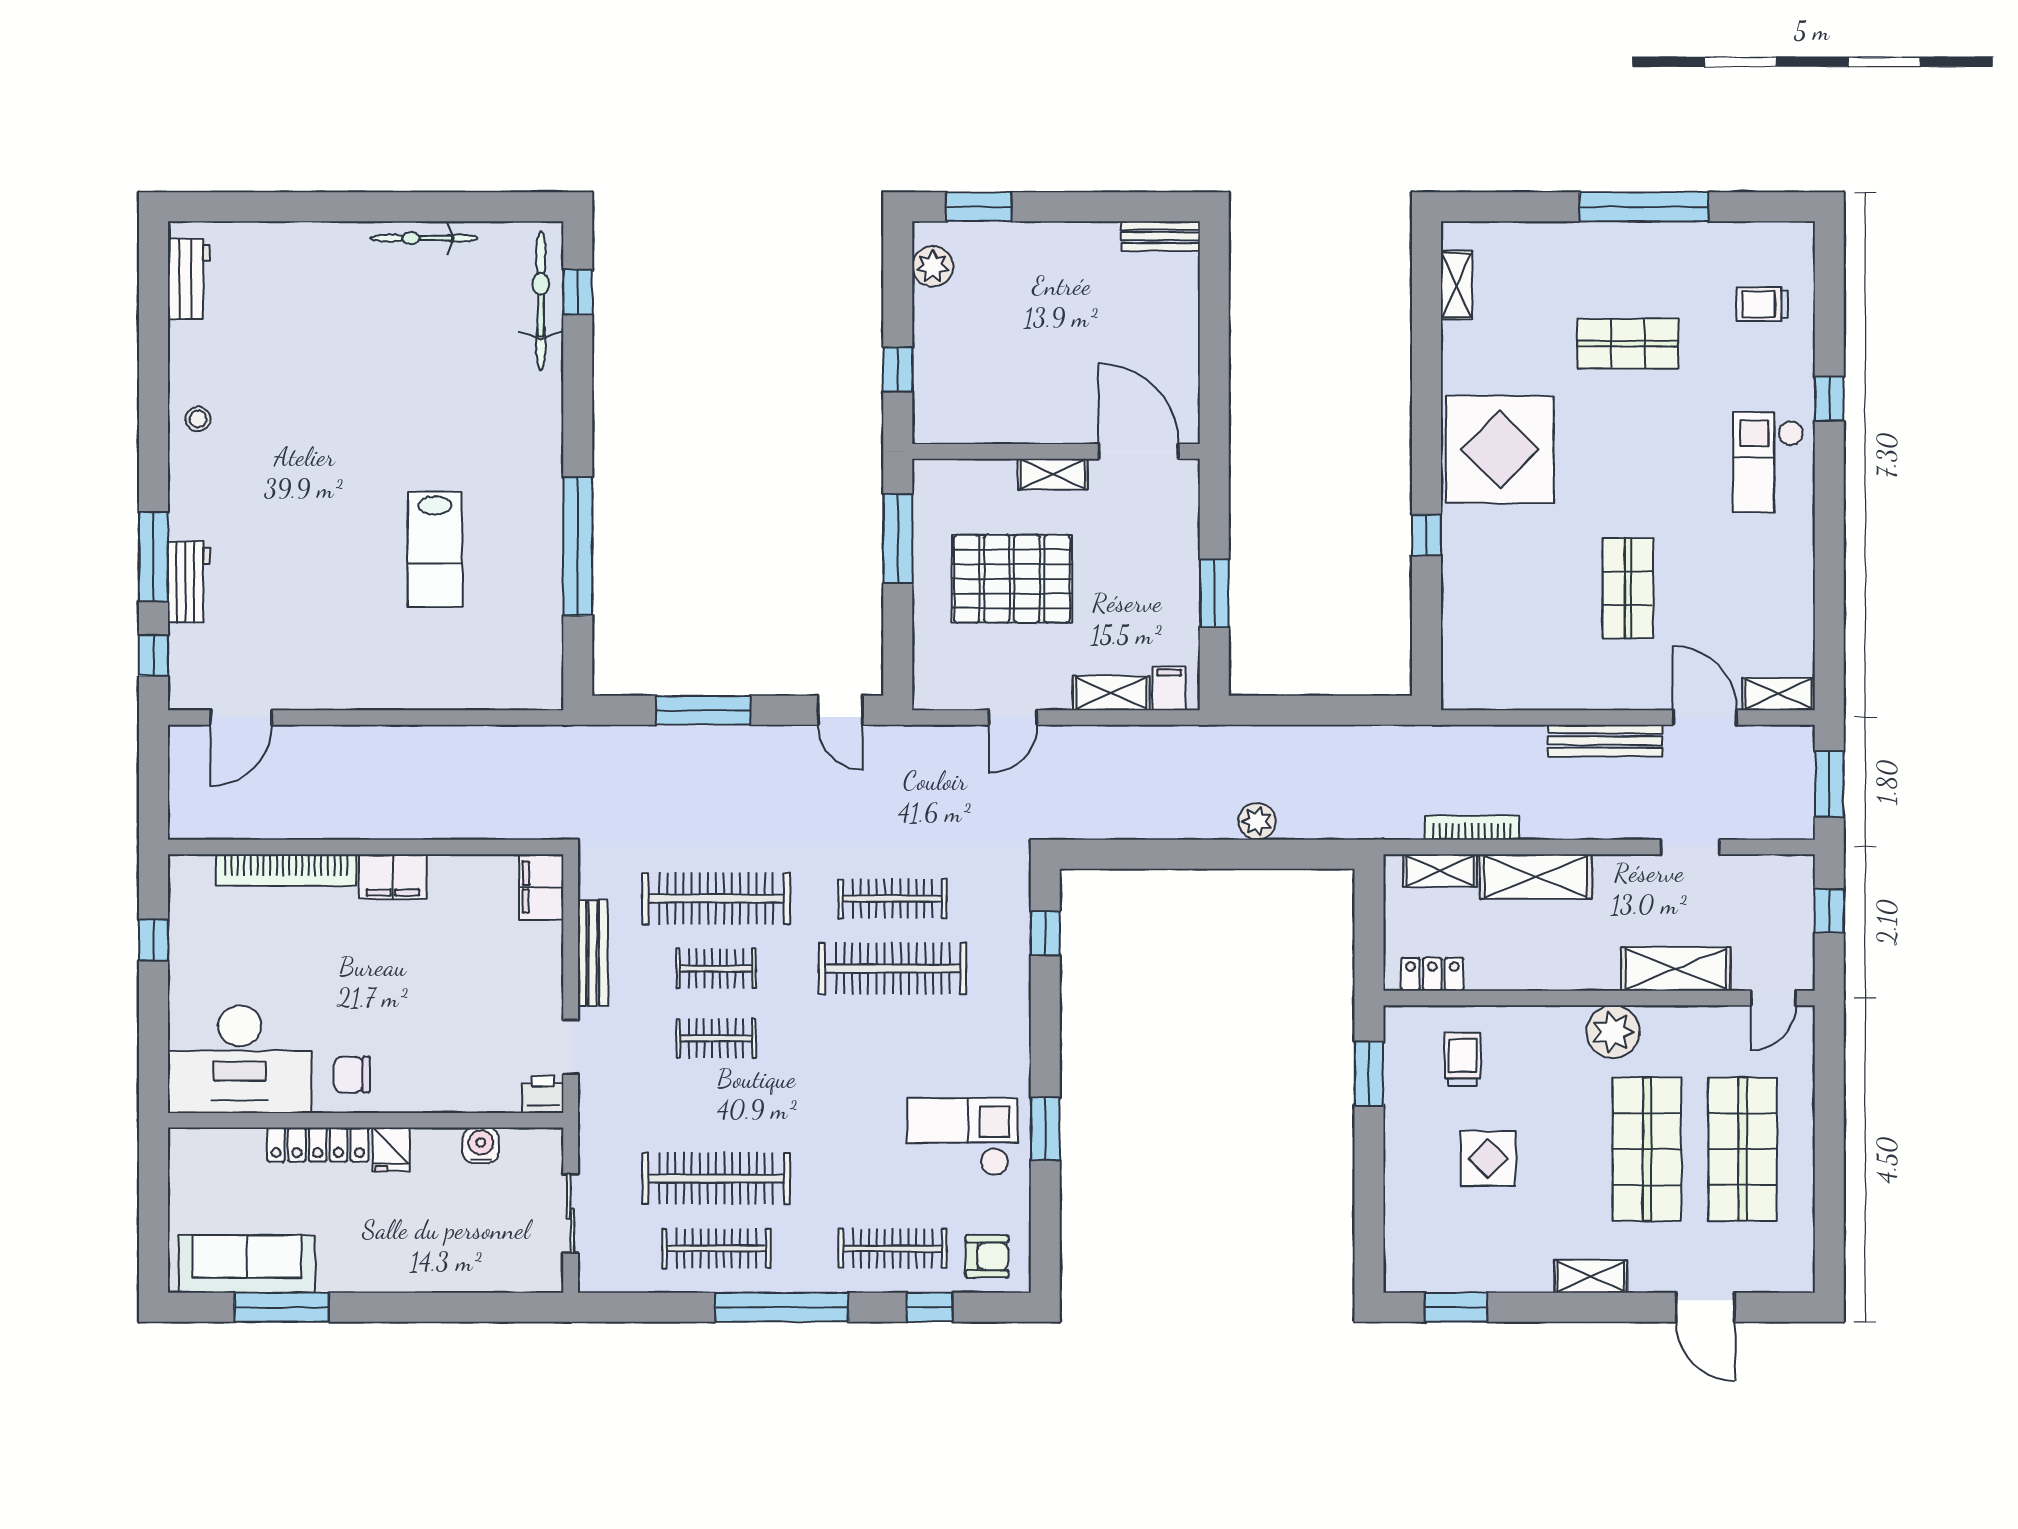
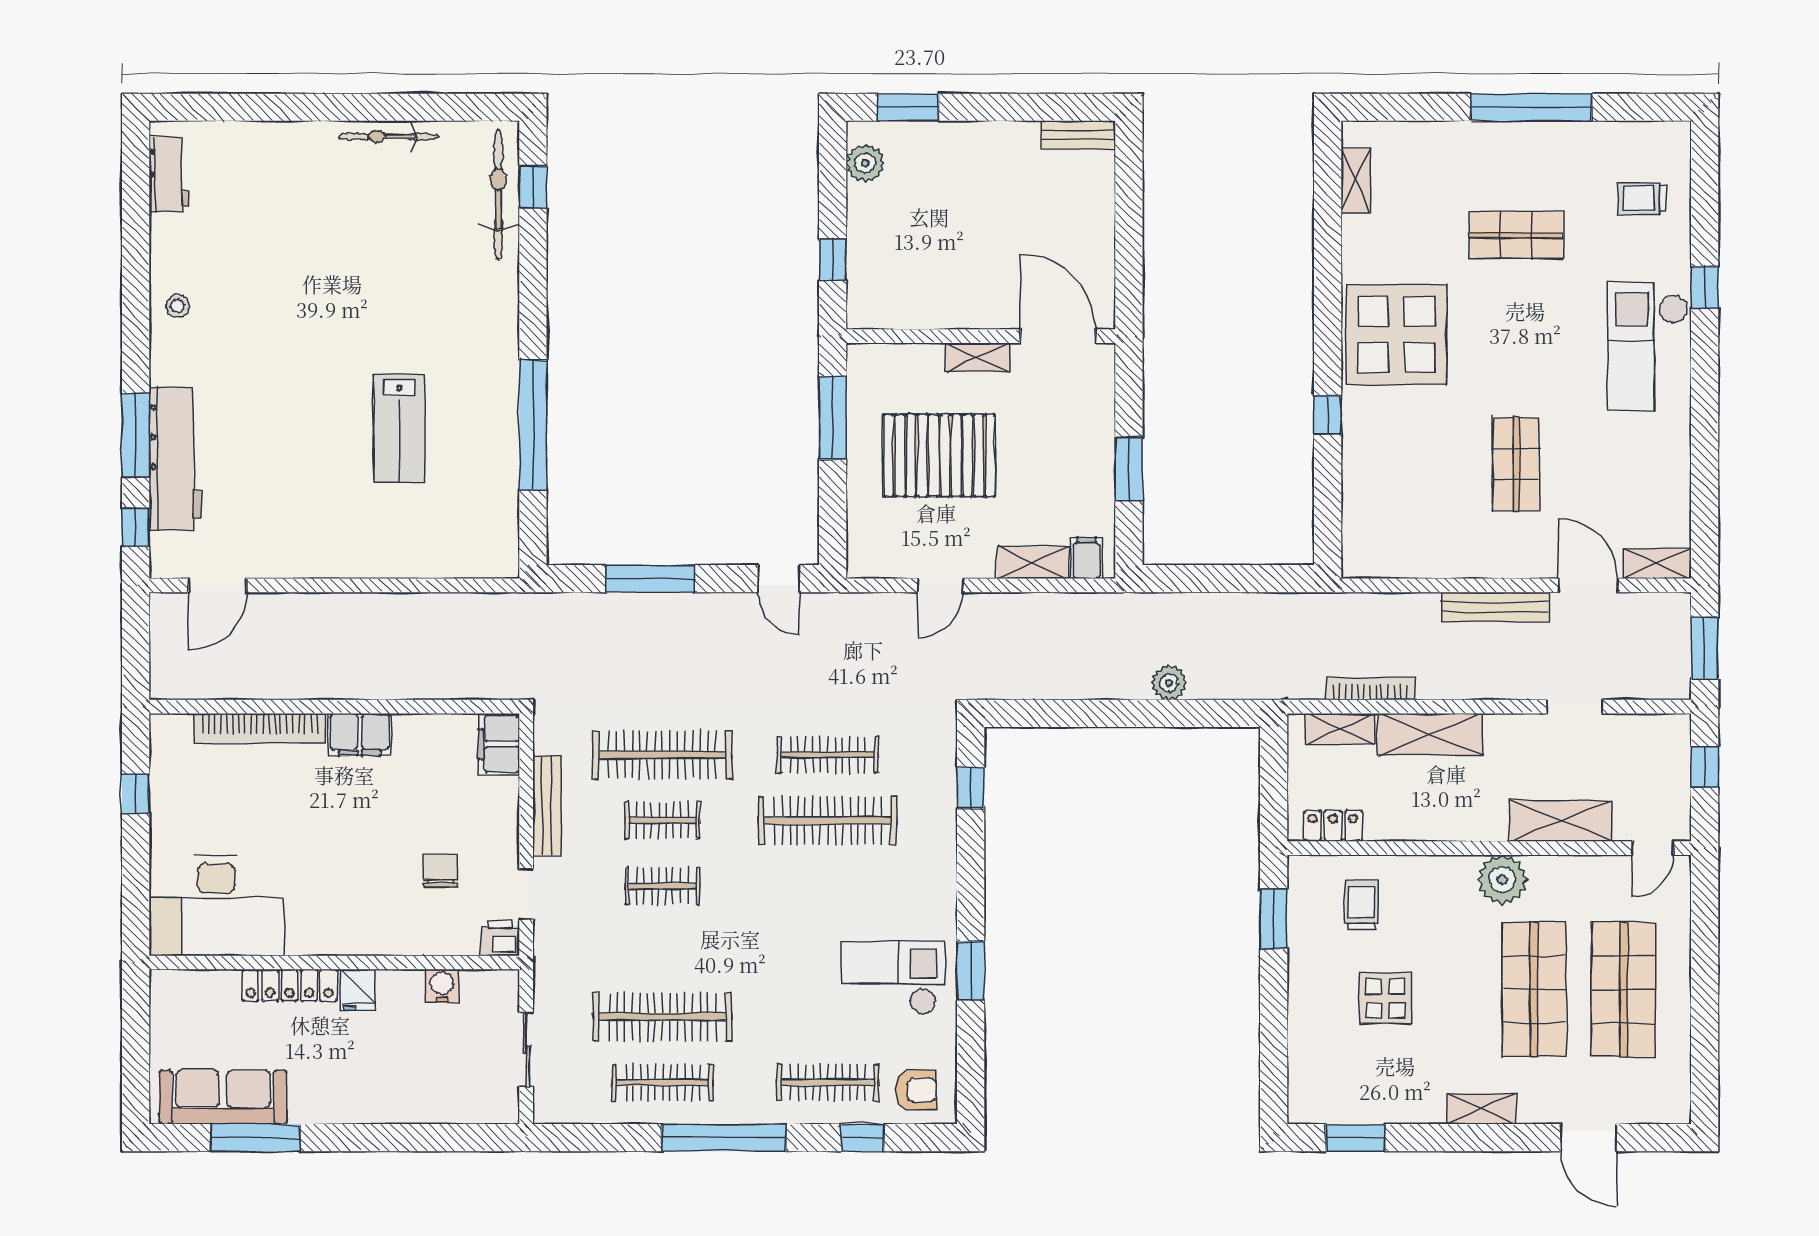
checkout: (1768, 462) -> (1648, 347), width x1.36, depth x1.21
workbench: (189, 582) -> (175, 459), width x1.88, depth x1.32
chair: (352, 1075) -> (441, 871), moved, turned 89

